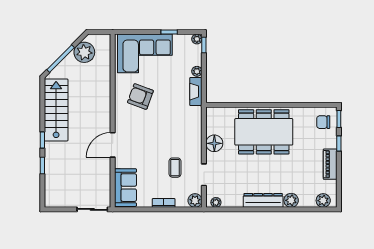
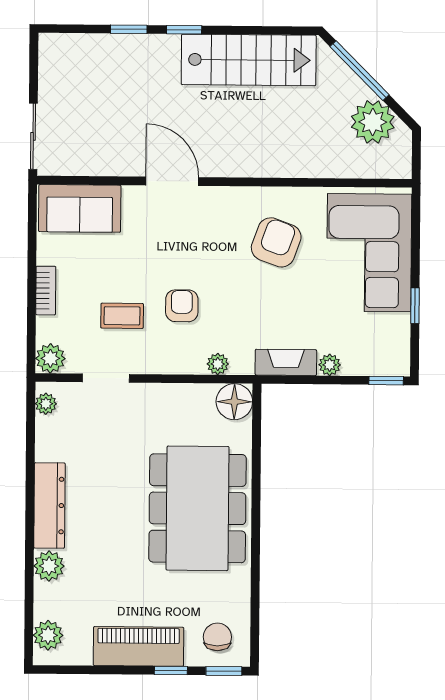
plant: (197, 39) -> (218, 364), moved
armchair: (170, 140) -> (182, 306), added
floor lamp: (214, 143) -> (234, 402), moved
piano: (330, 164) -> (139, 646), width x1.37, depth x1.33

